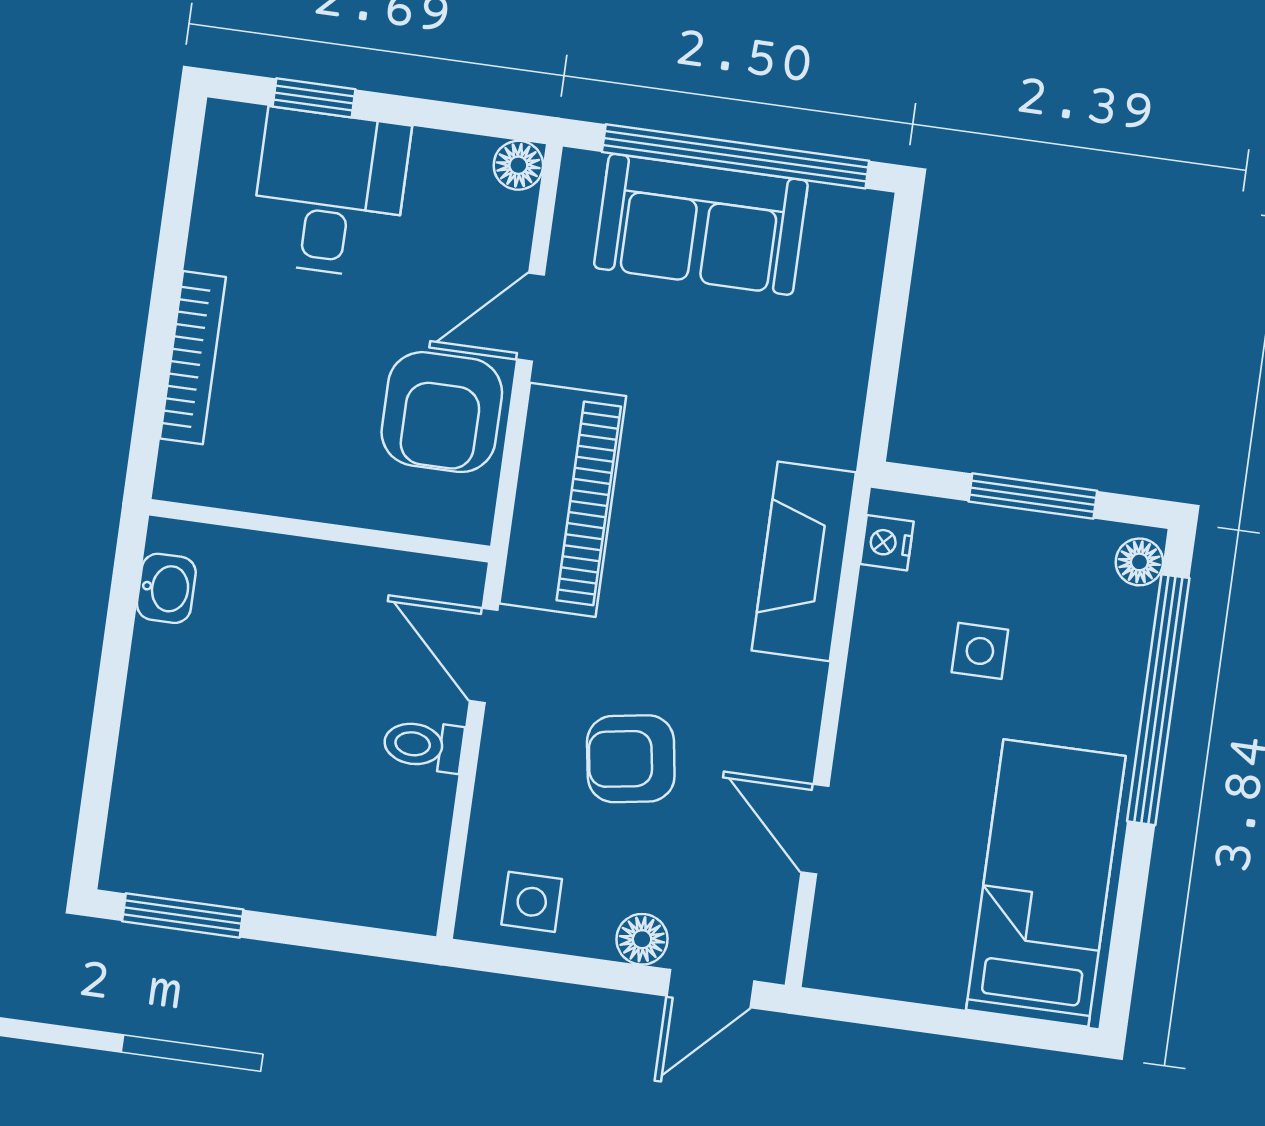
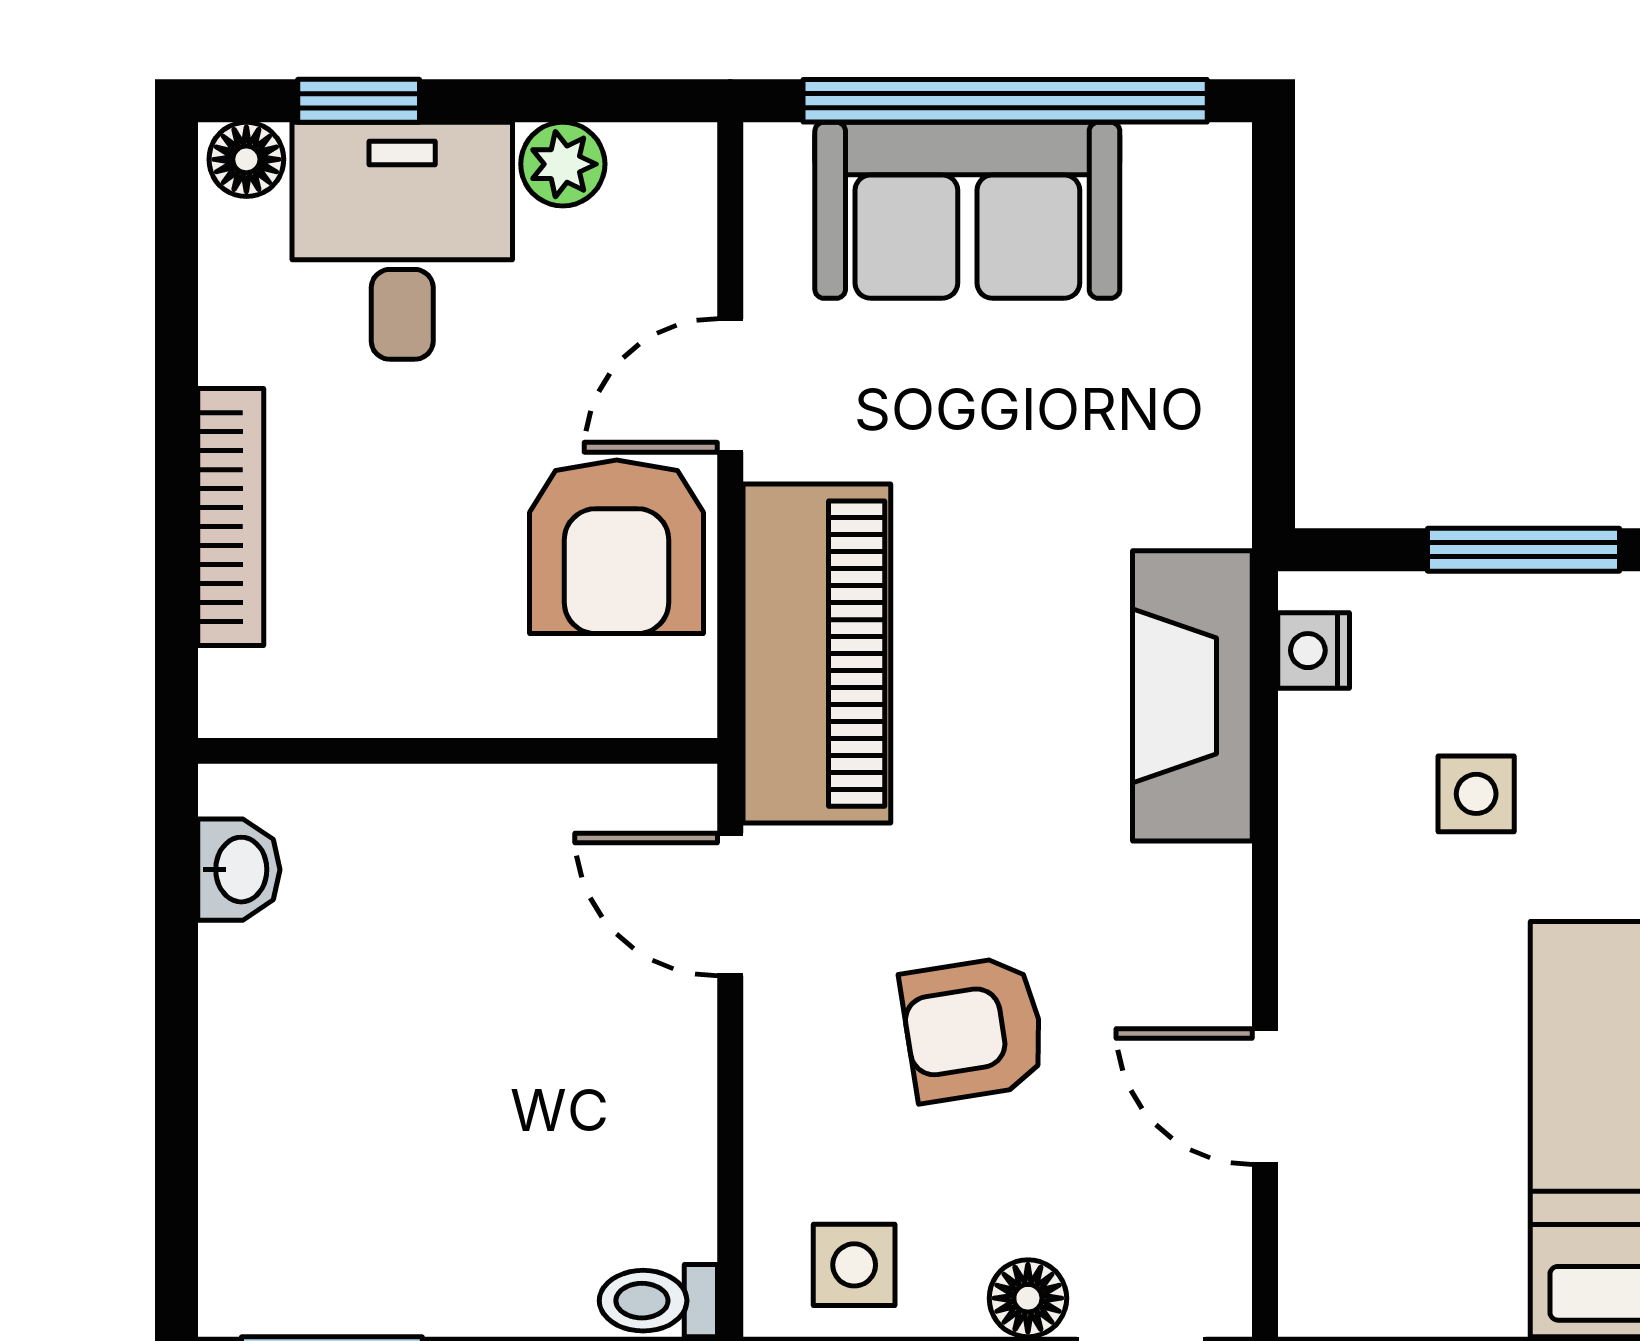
plant: (441, 158) -> (563, 164), added
floor lamp: (518, 165) -> (246, 159), moved
toilet: (423, 745) -> (658, 1301), moved

